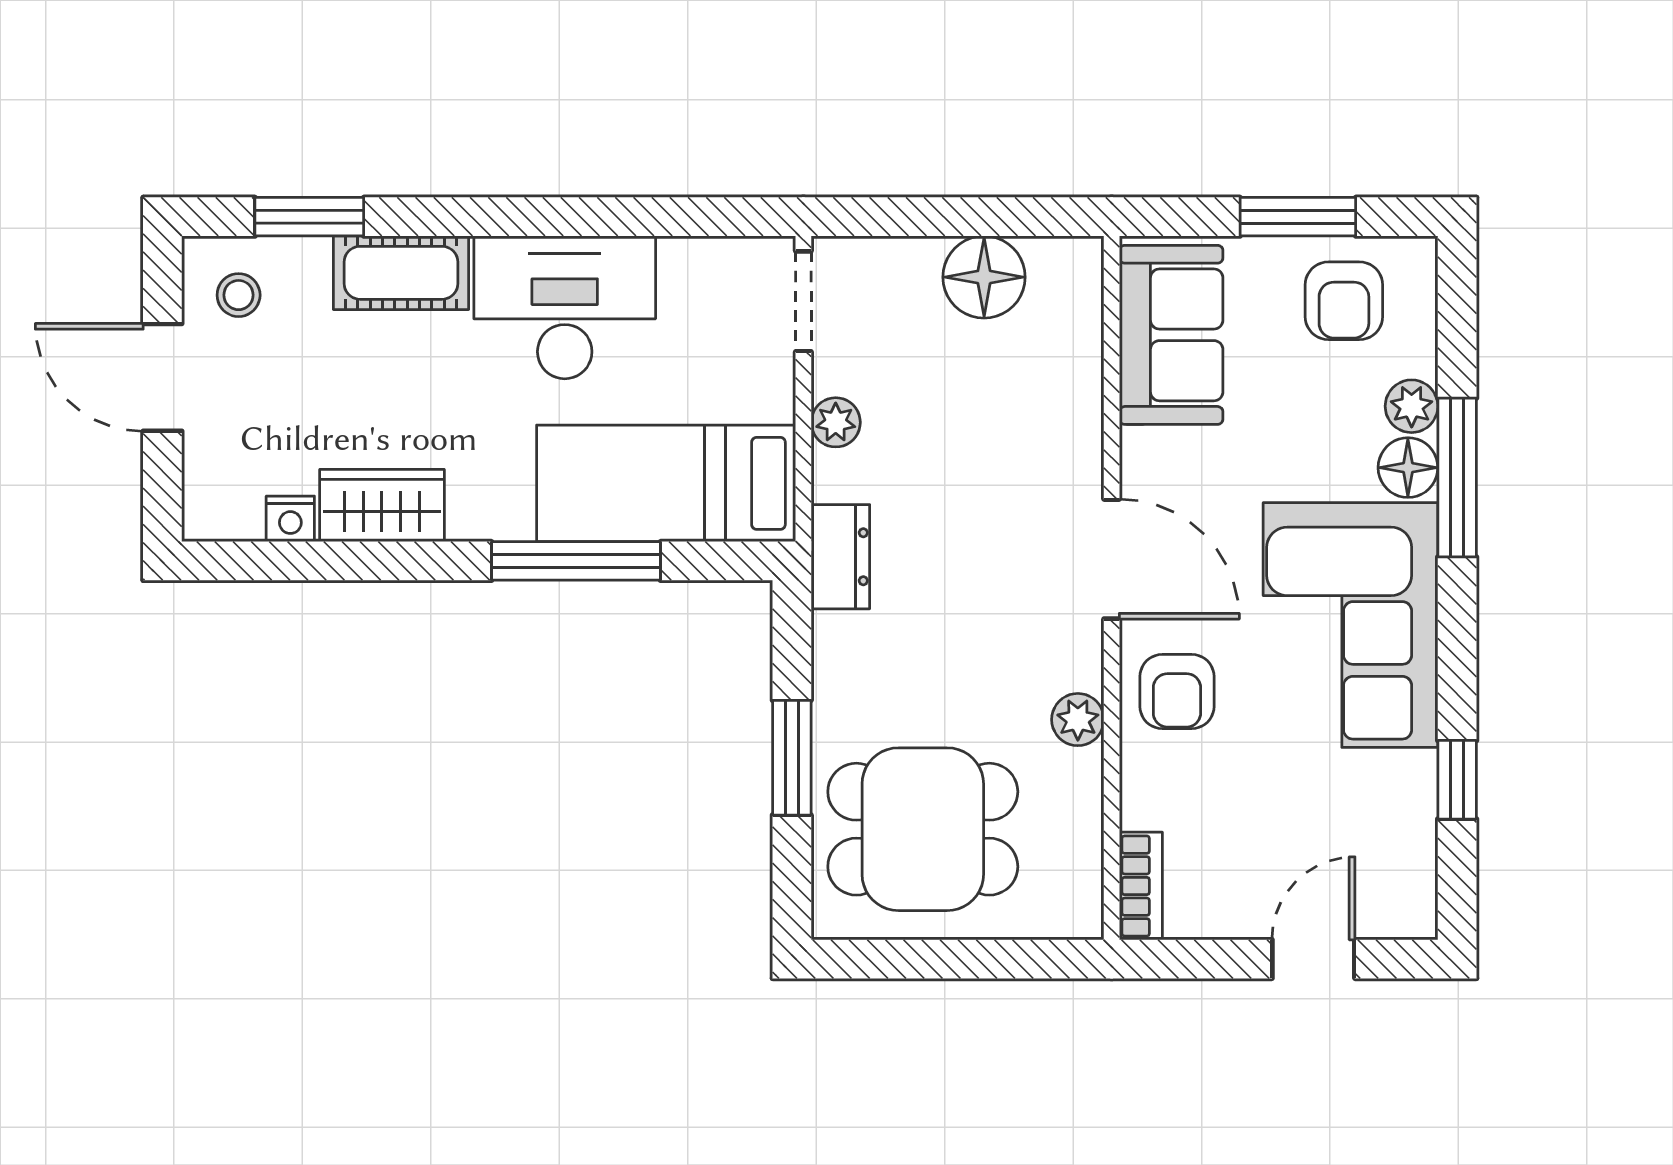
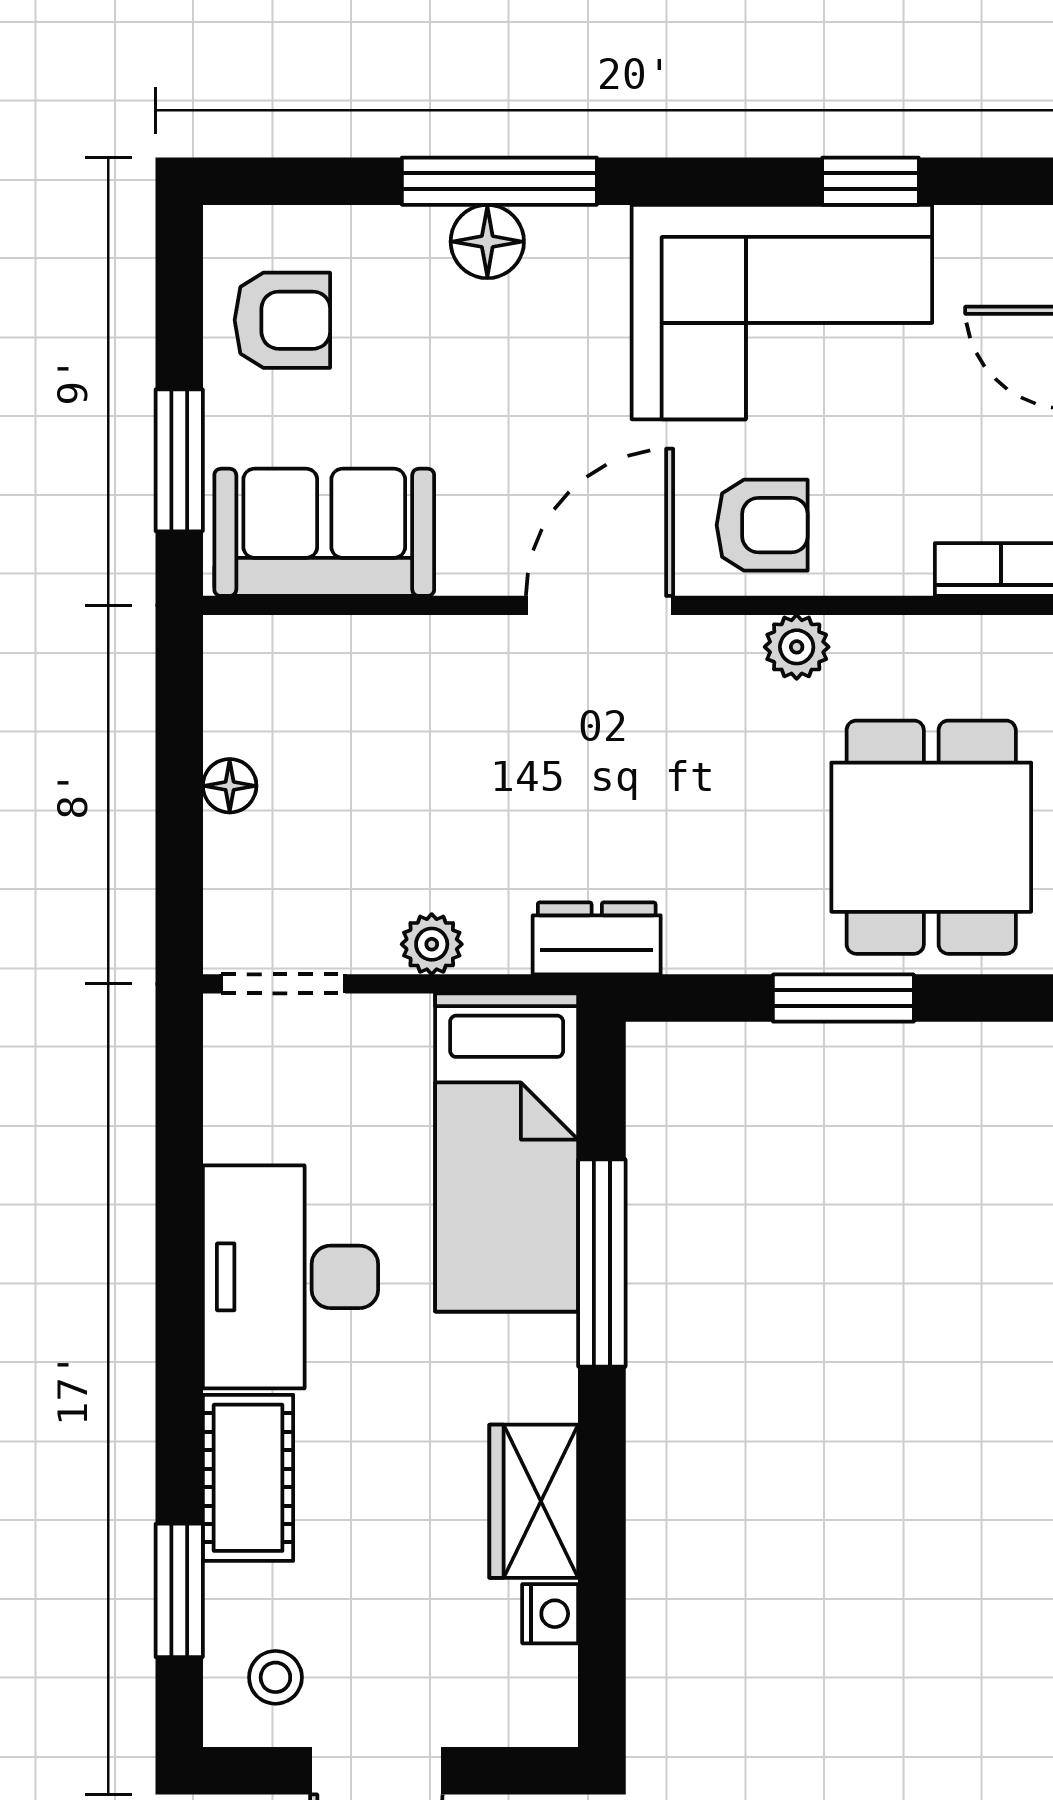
window: (1298, 217) -> (179, 460), moved
floor lamp: (984, 277) -> (230, 786), width x0.53, depth x0.53
plant: (1412, 406) -> (412, 237), removed
corner sofa: (1351, 625) -> (782, 312), moved

